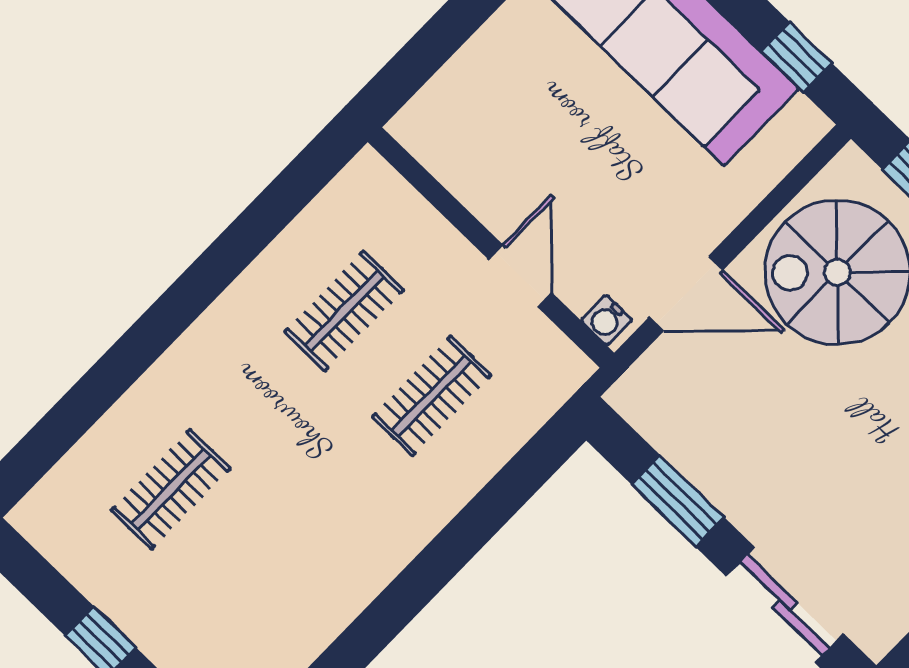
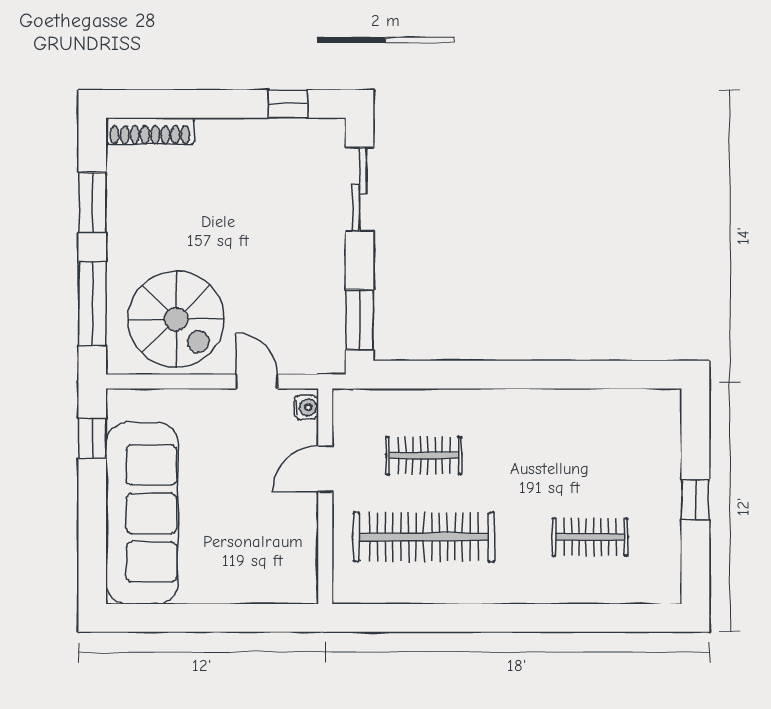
door: (686, 294) -> (257, 382), width x0.73
clothes rail: (344, 311) -> (424, 537), width x1.86, depth x1.31
window: (678, 501) -> (360, 320), moved

